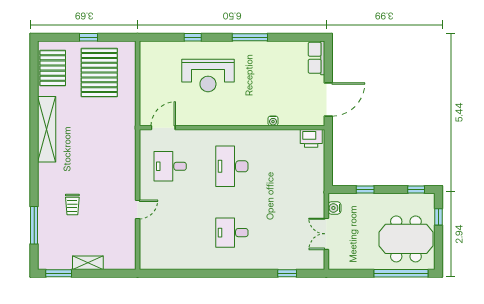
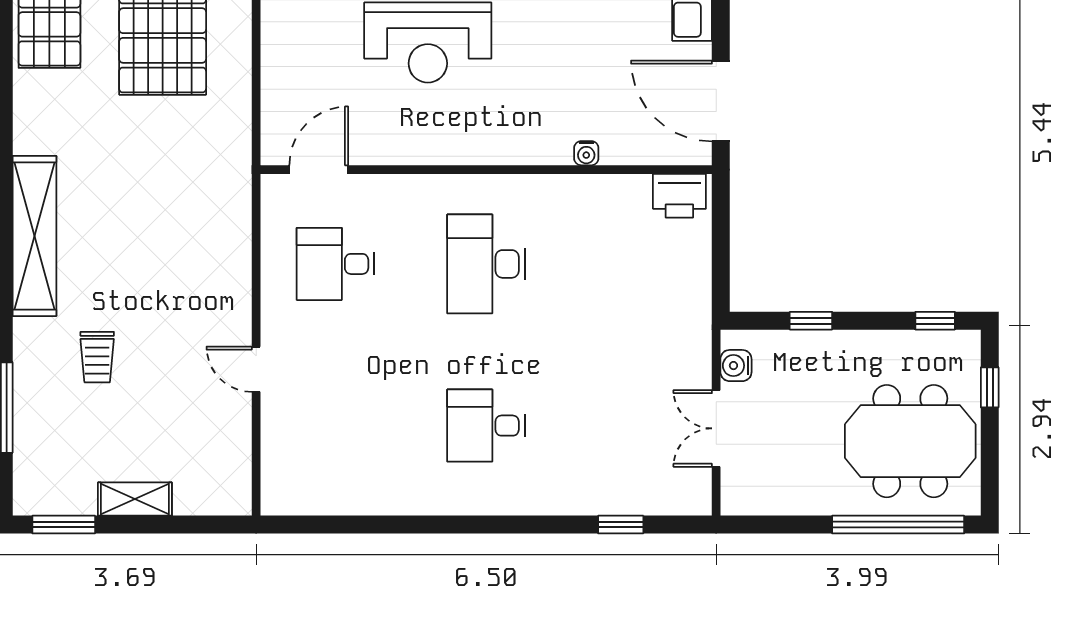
door: (328, 99) -> (721, 101), swing flipped
shelving: (47, 129) -> (34, 236), moved
door: (138, 209) -> (256, 369), swing flipped

